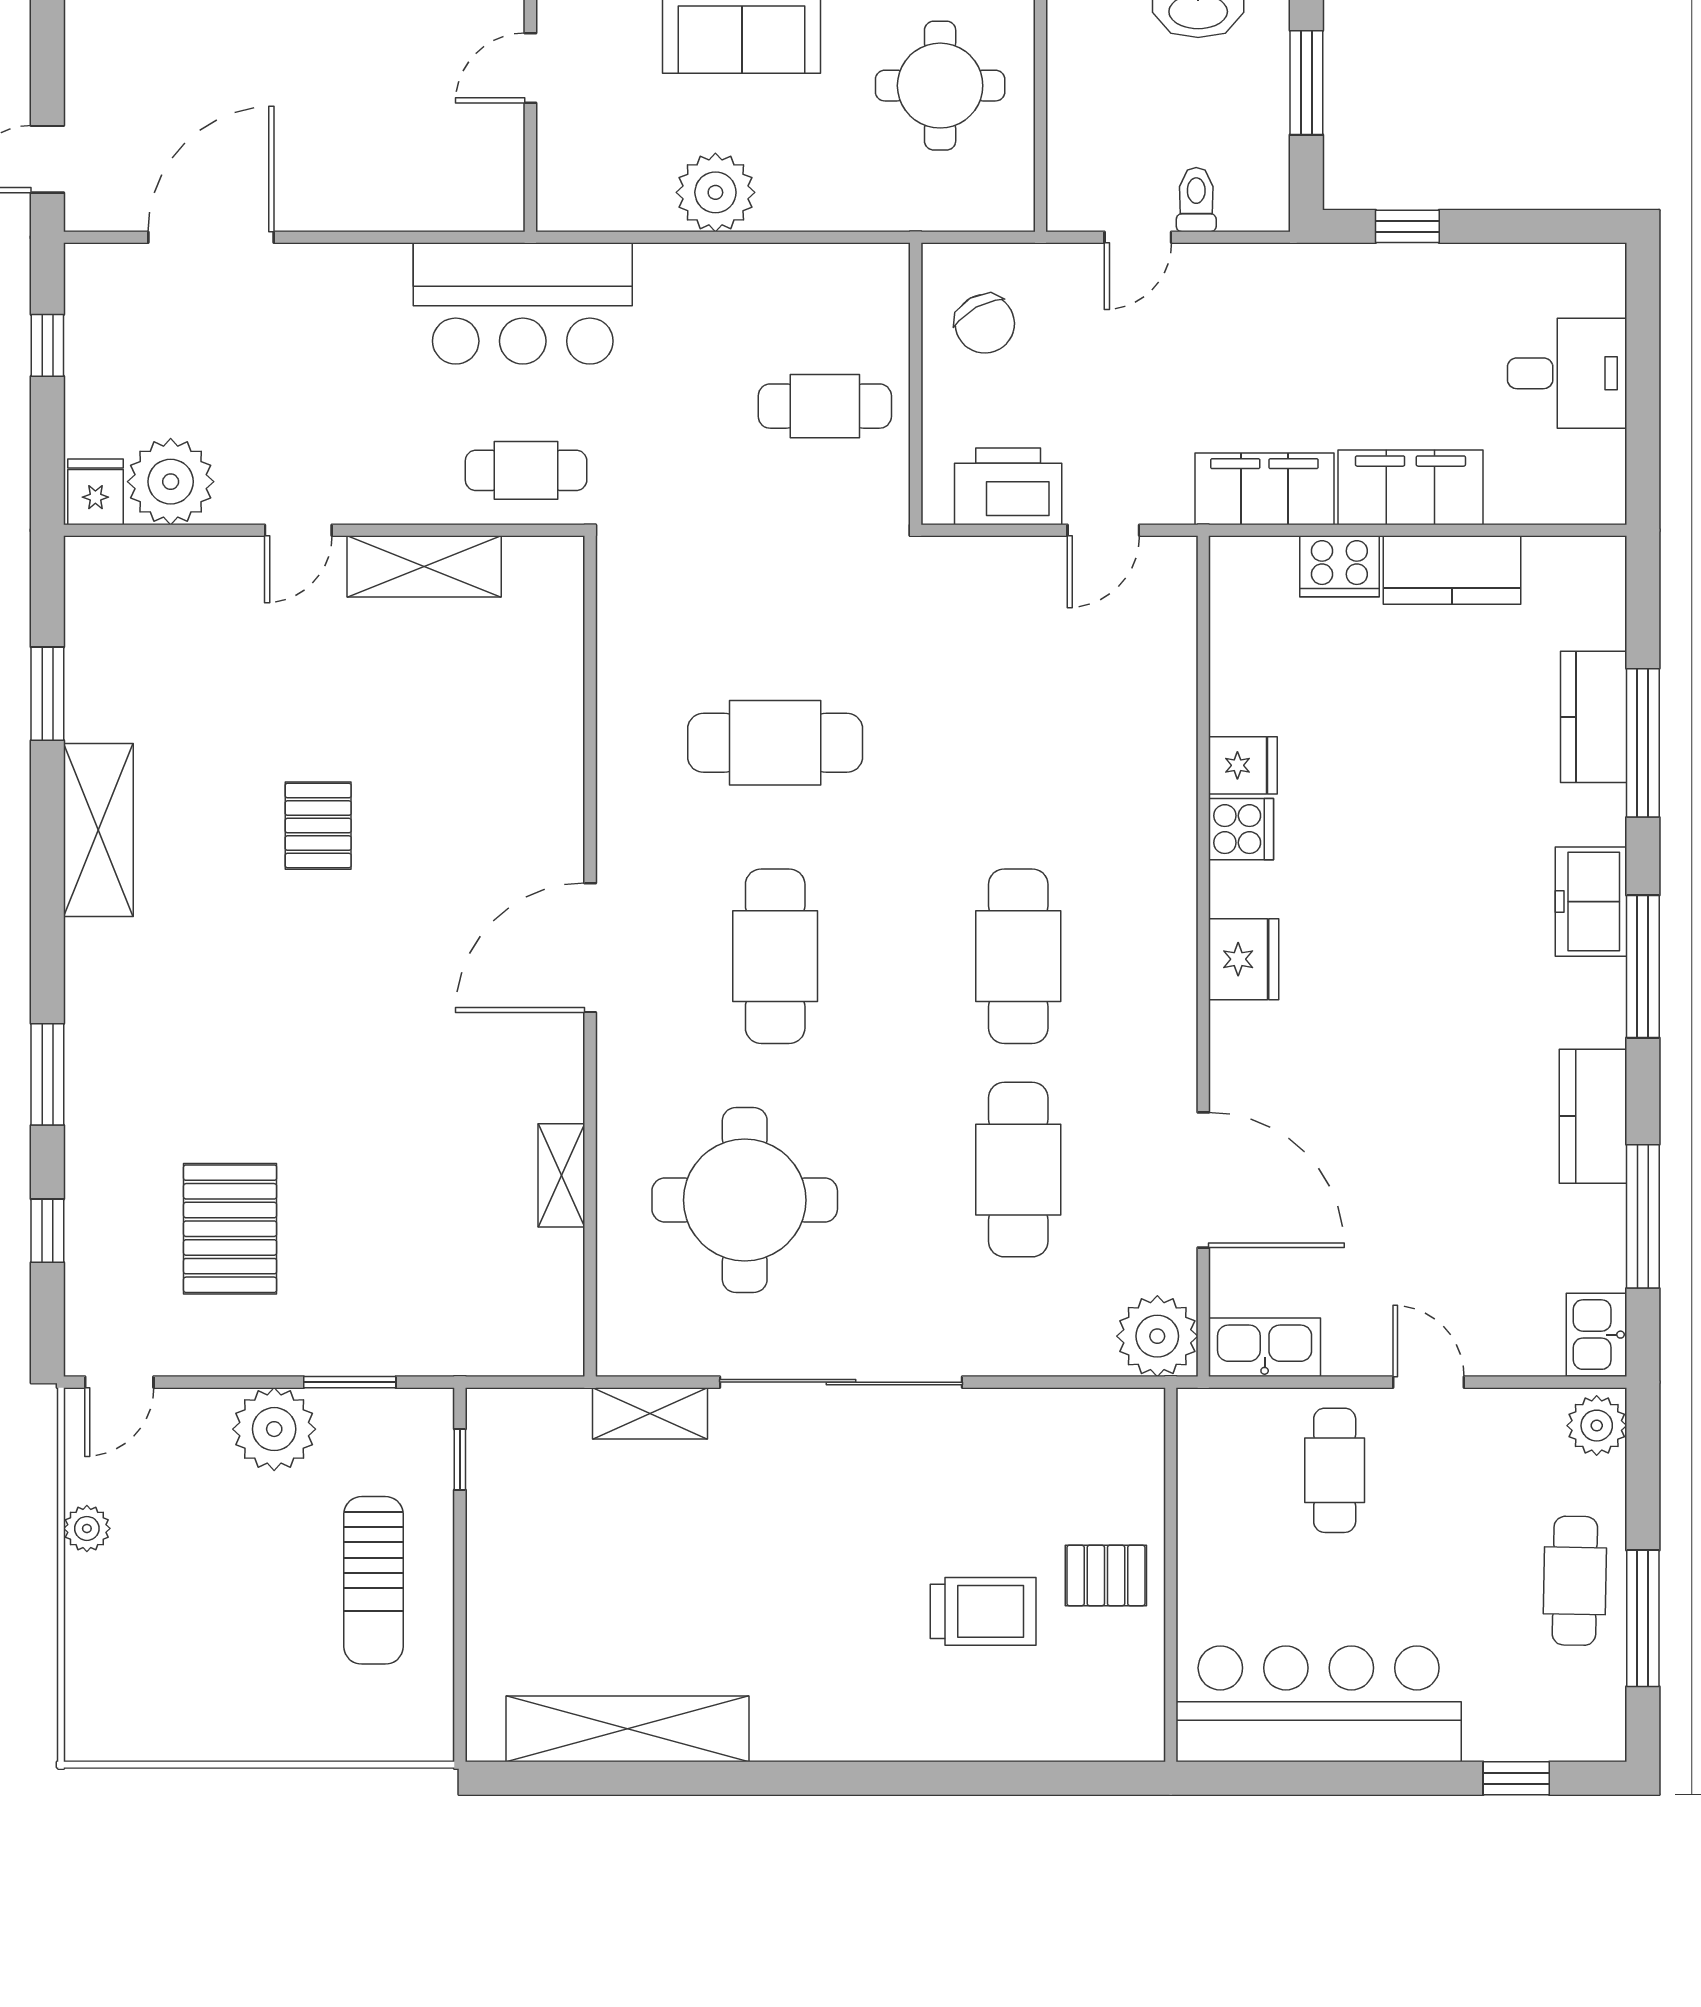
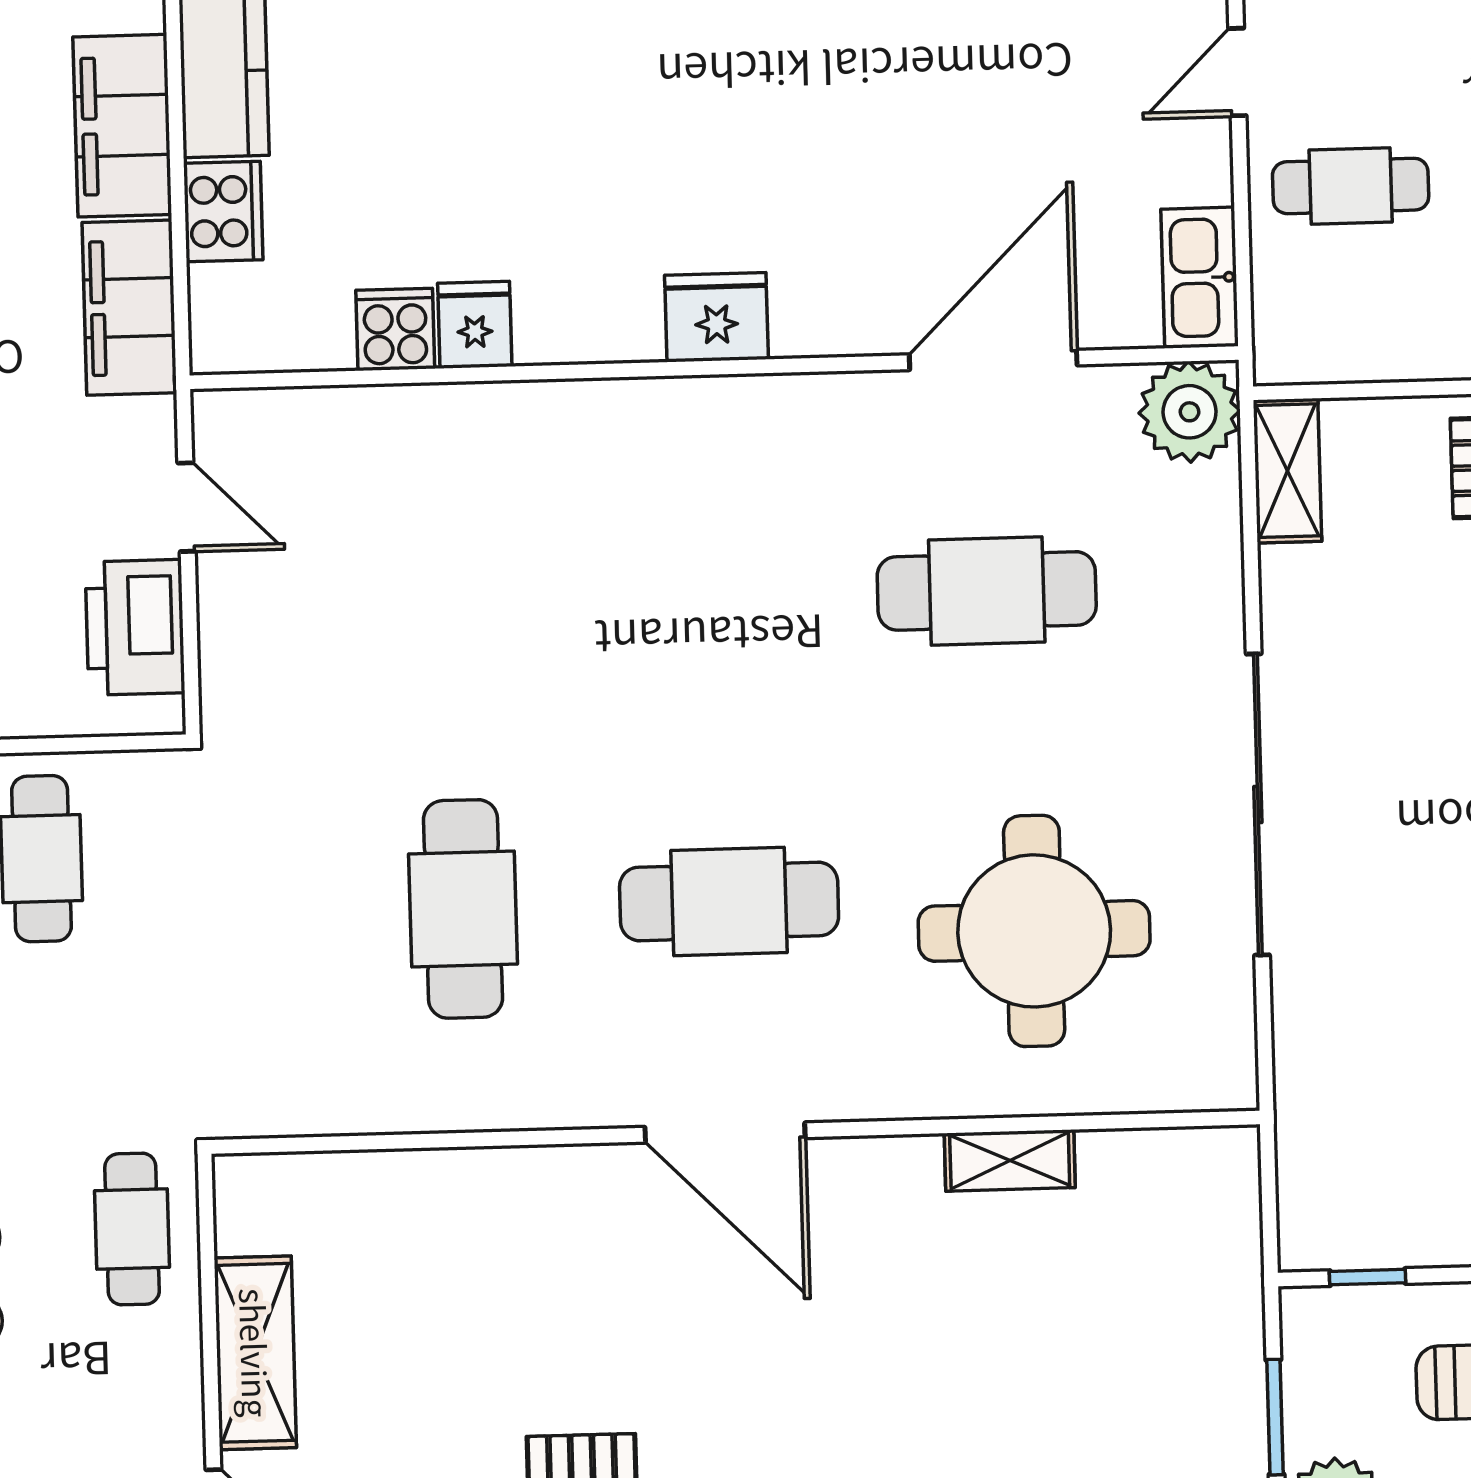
cooker: (1241, 829) -> (395, 329), moved
cafe table: (1018, 956) -> (721, 598), removed
shelving: (650, 1413) -> (1288, 471), moved

